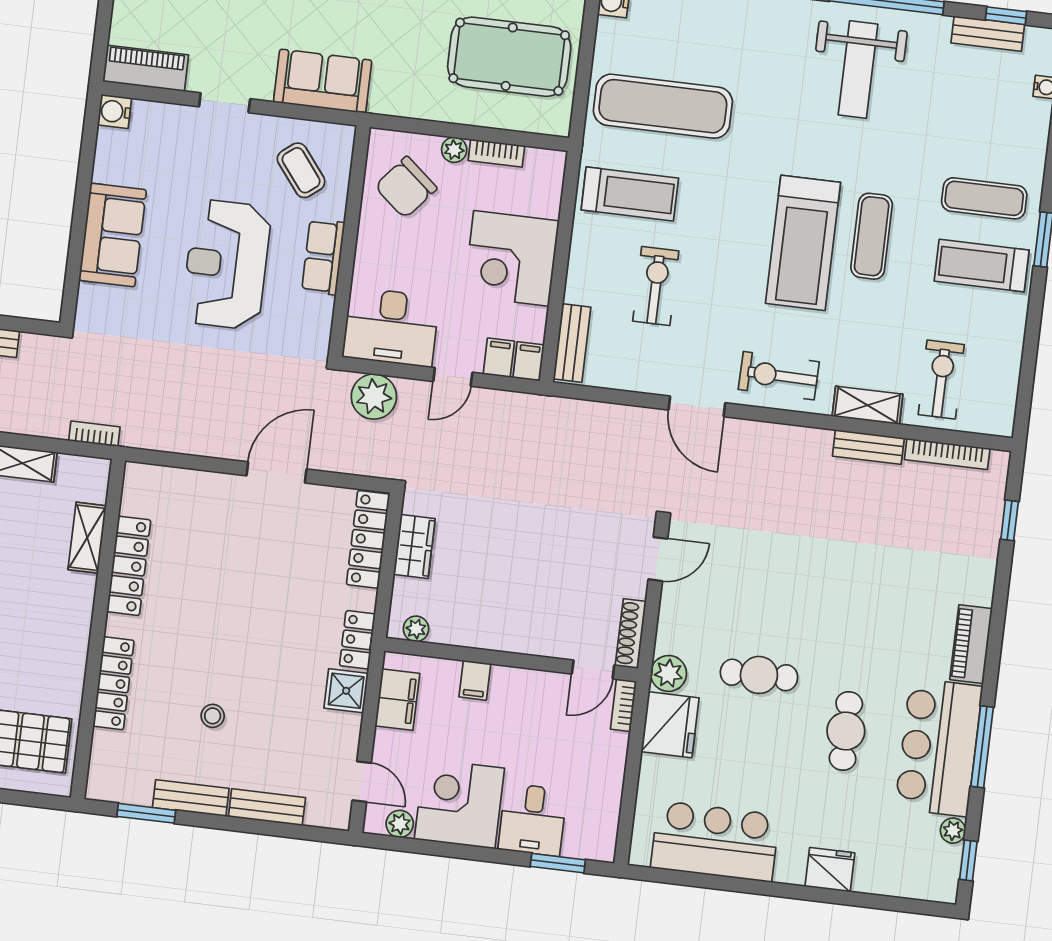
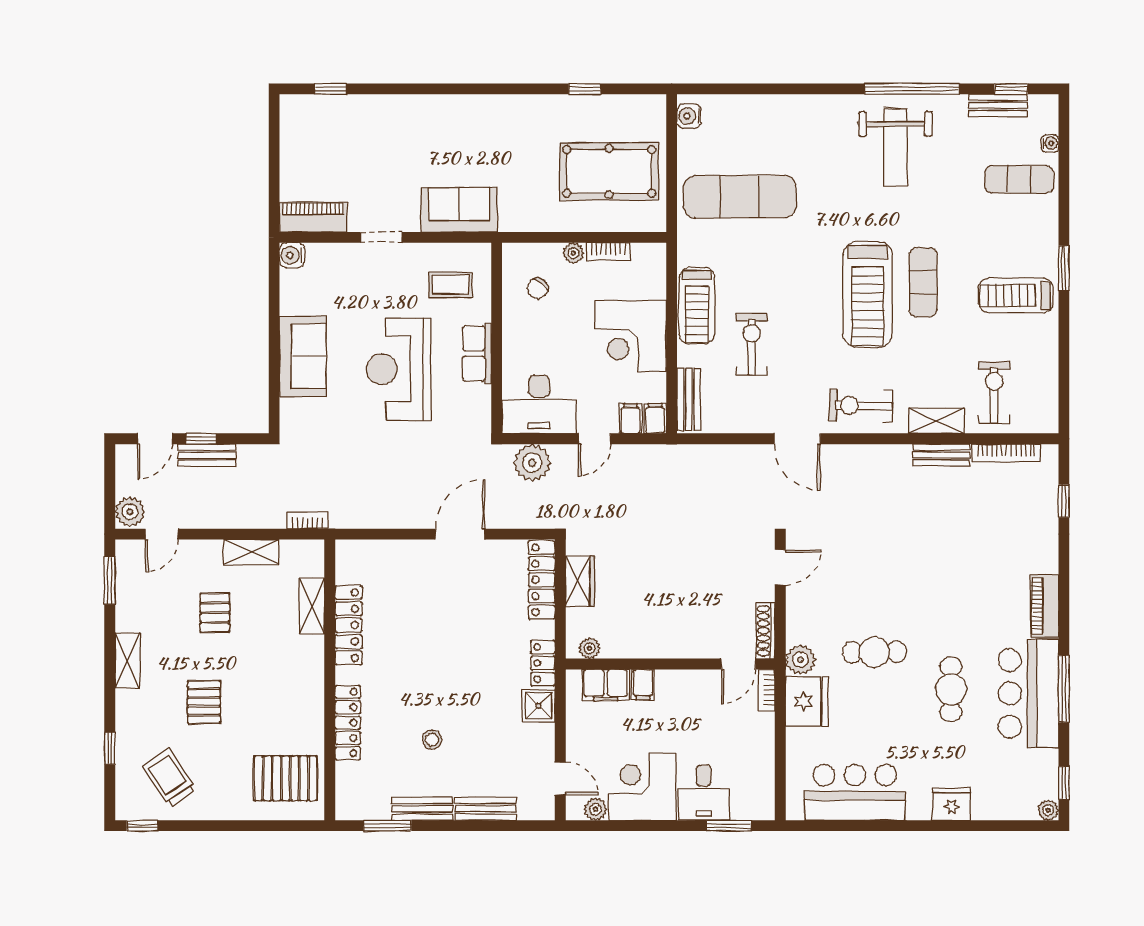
coffee table: (301, 170) -> (450, 285), turned -52
chair: (406, 187) -> (538, 288), width x0.54, depth x0.54
treadmill: (630, 194) -> (697, 306), moved, turned 90
exercise mat: (984, 198) -> (1019, 179), moved
filing cabinet: (397, 700) -> (606, 685), moved, turned 90
plant: (953, 831) -> (1048, 810), moved

